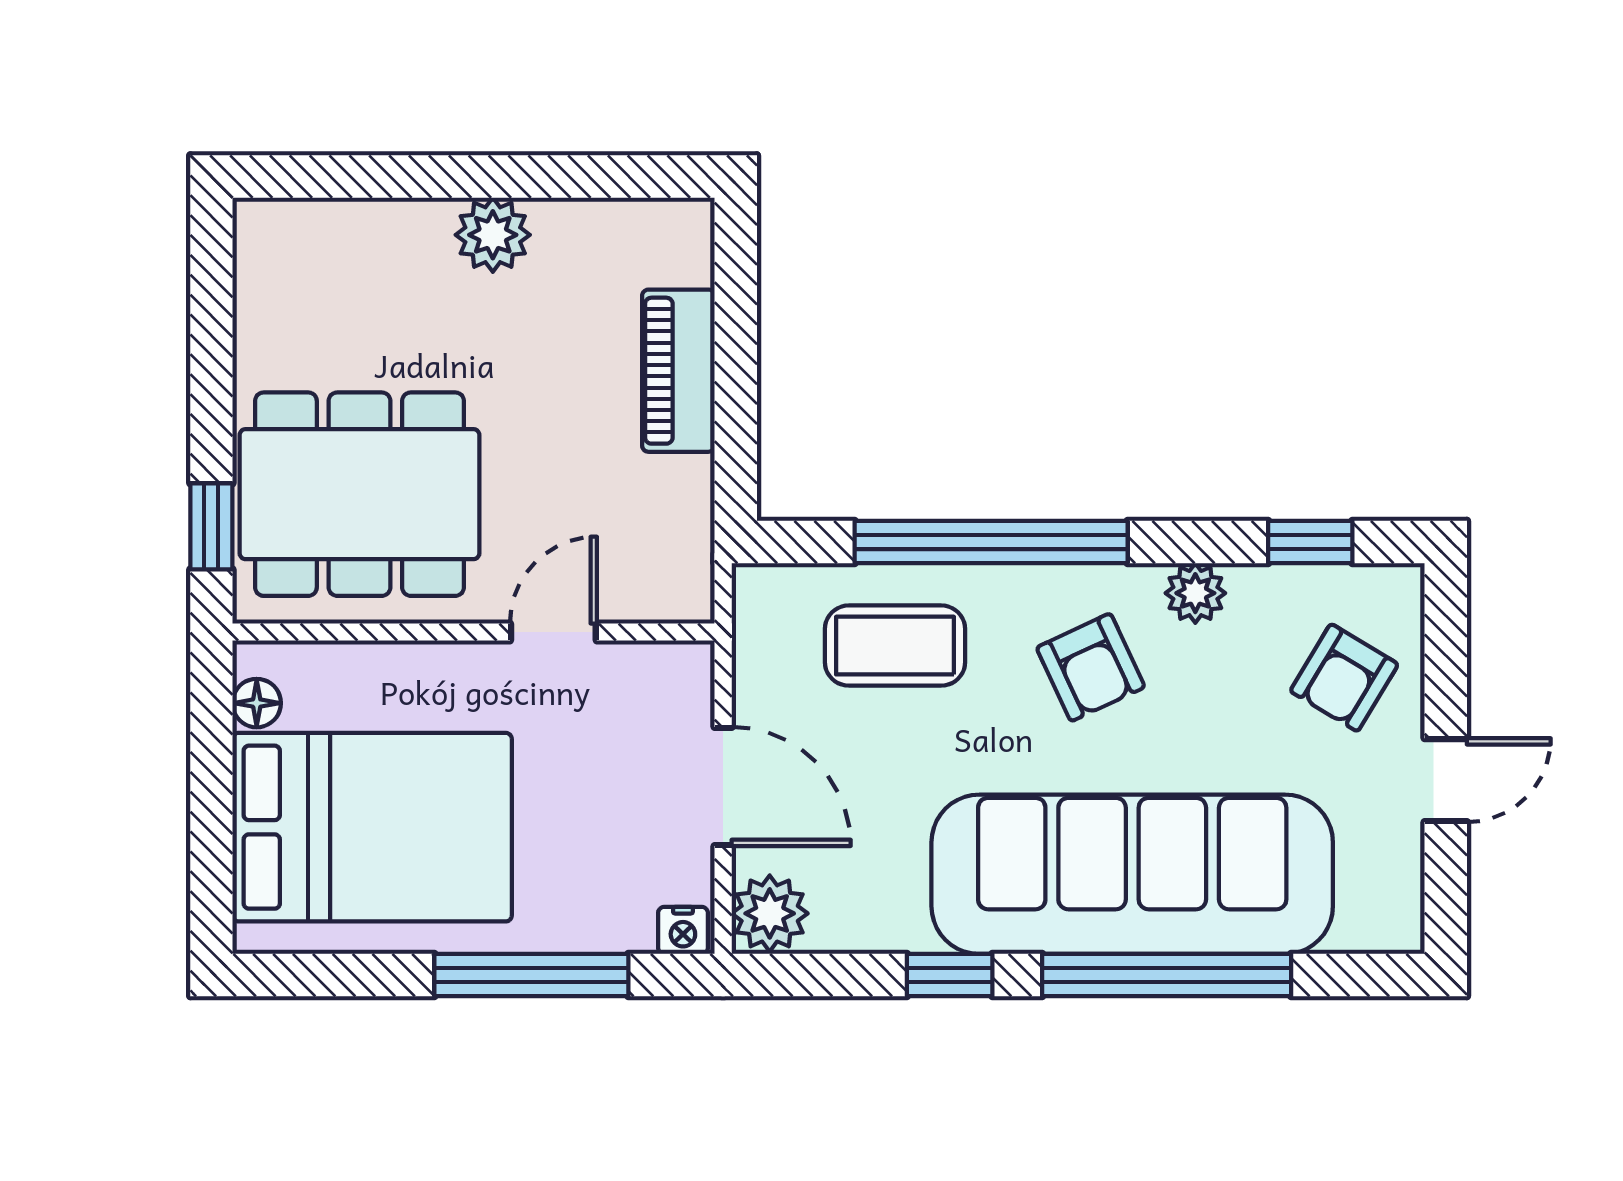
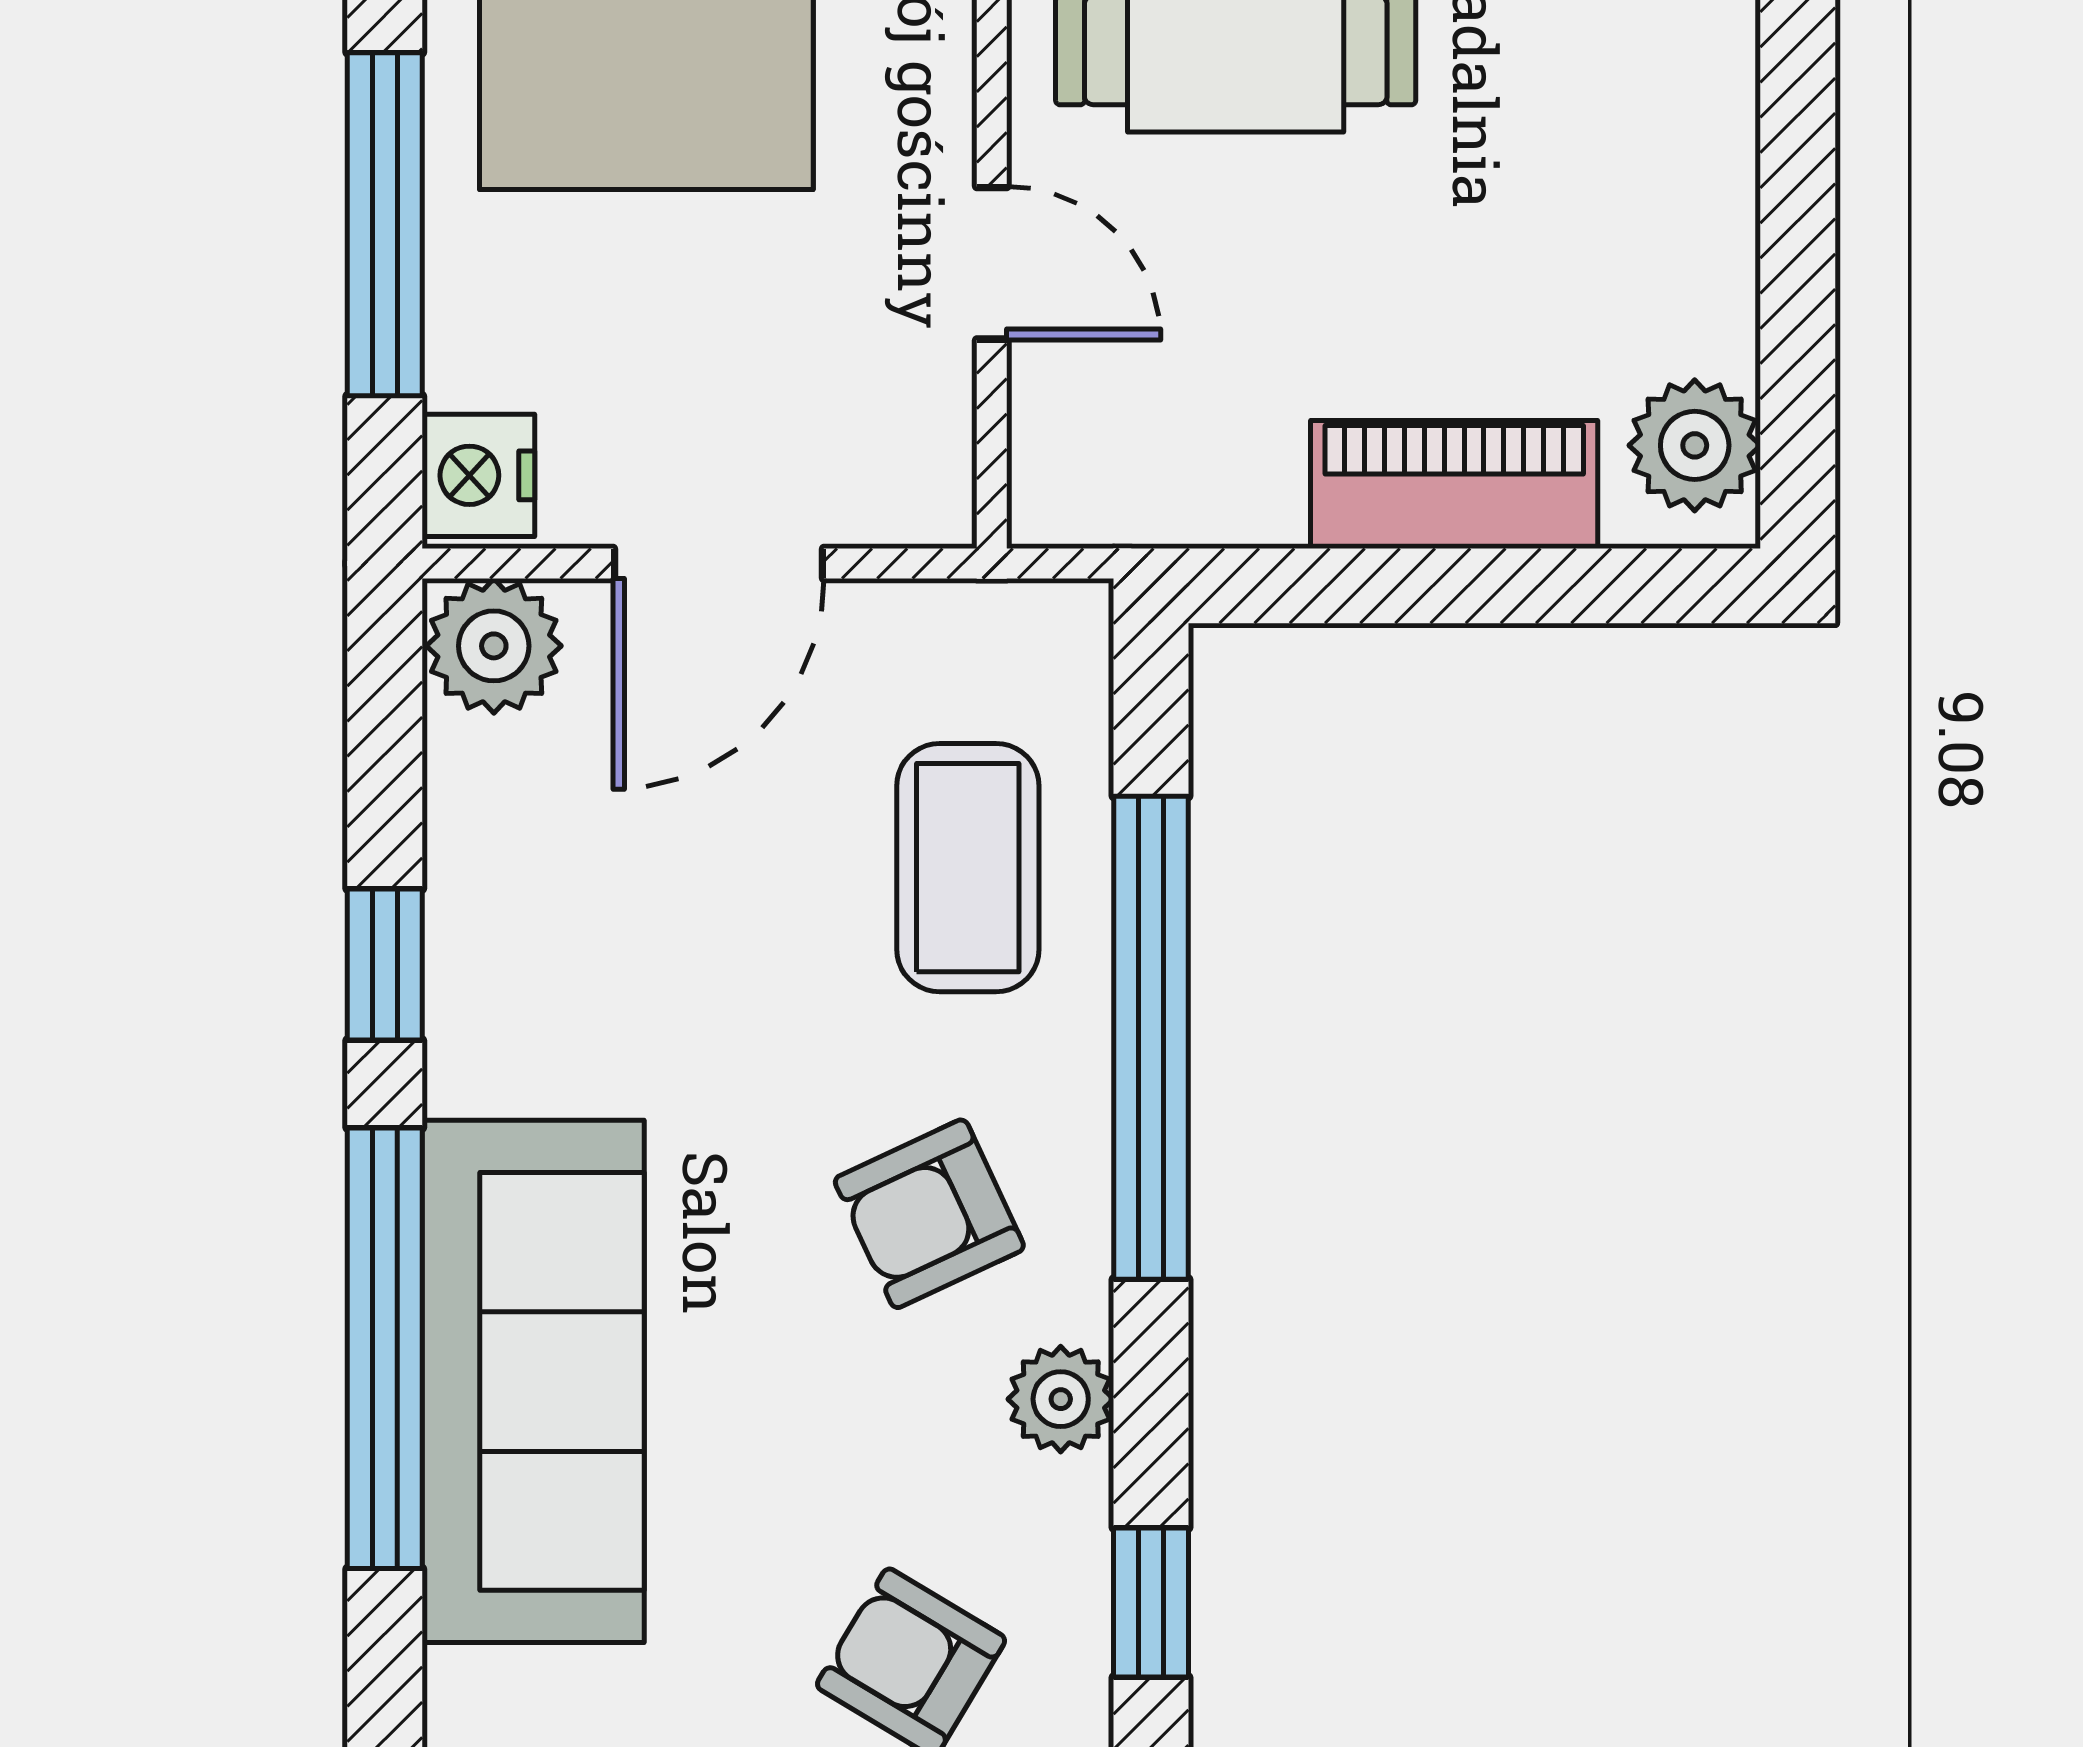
plant: (493, 235) -> (1695, 445), moved
sofa: (1132, 874) -> (533, 1381), width x0.74, depth x0.79
nightstand: (683, 930) -> (478, 475), width x1.39, depth x1.35

